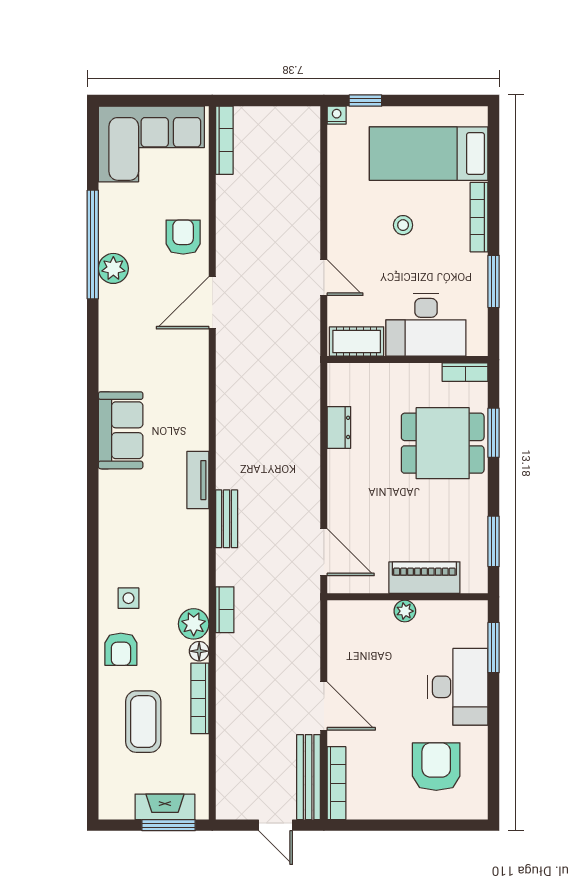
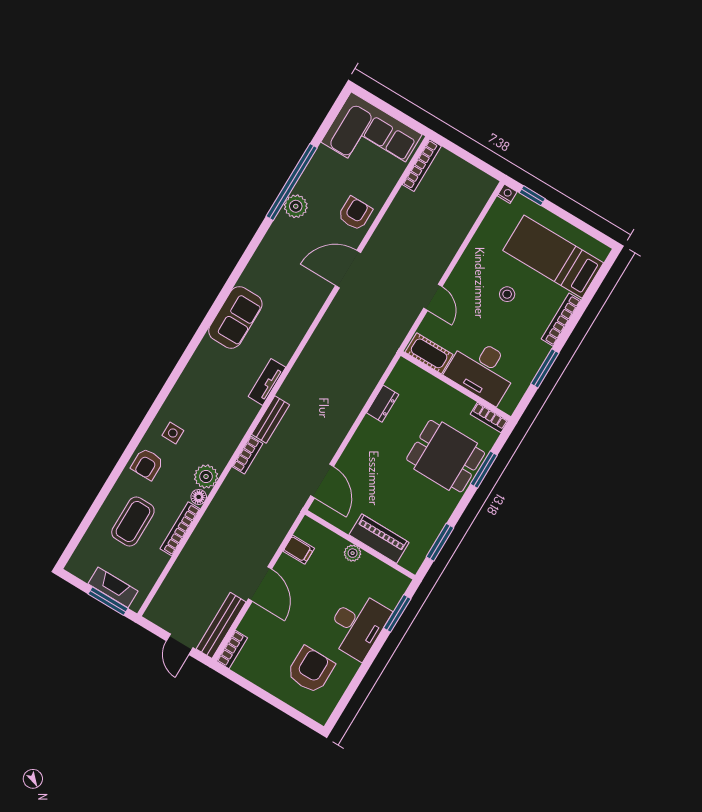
bookcase: (225, 610) -> (247, 455), moved
filing cabinet: (344, 643) -> (299, 550), added
bookcase: (337, 783) -> (232, 649), width x0.64

